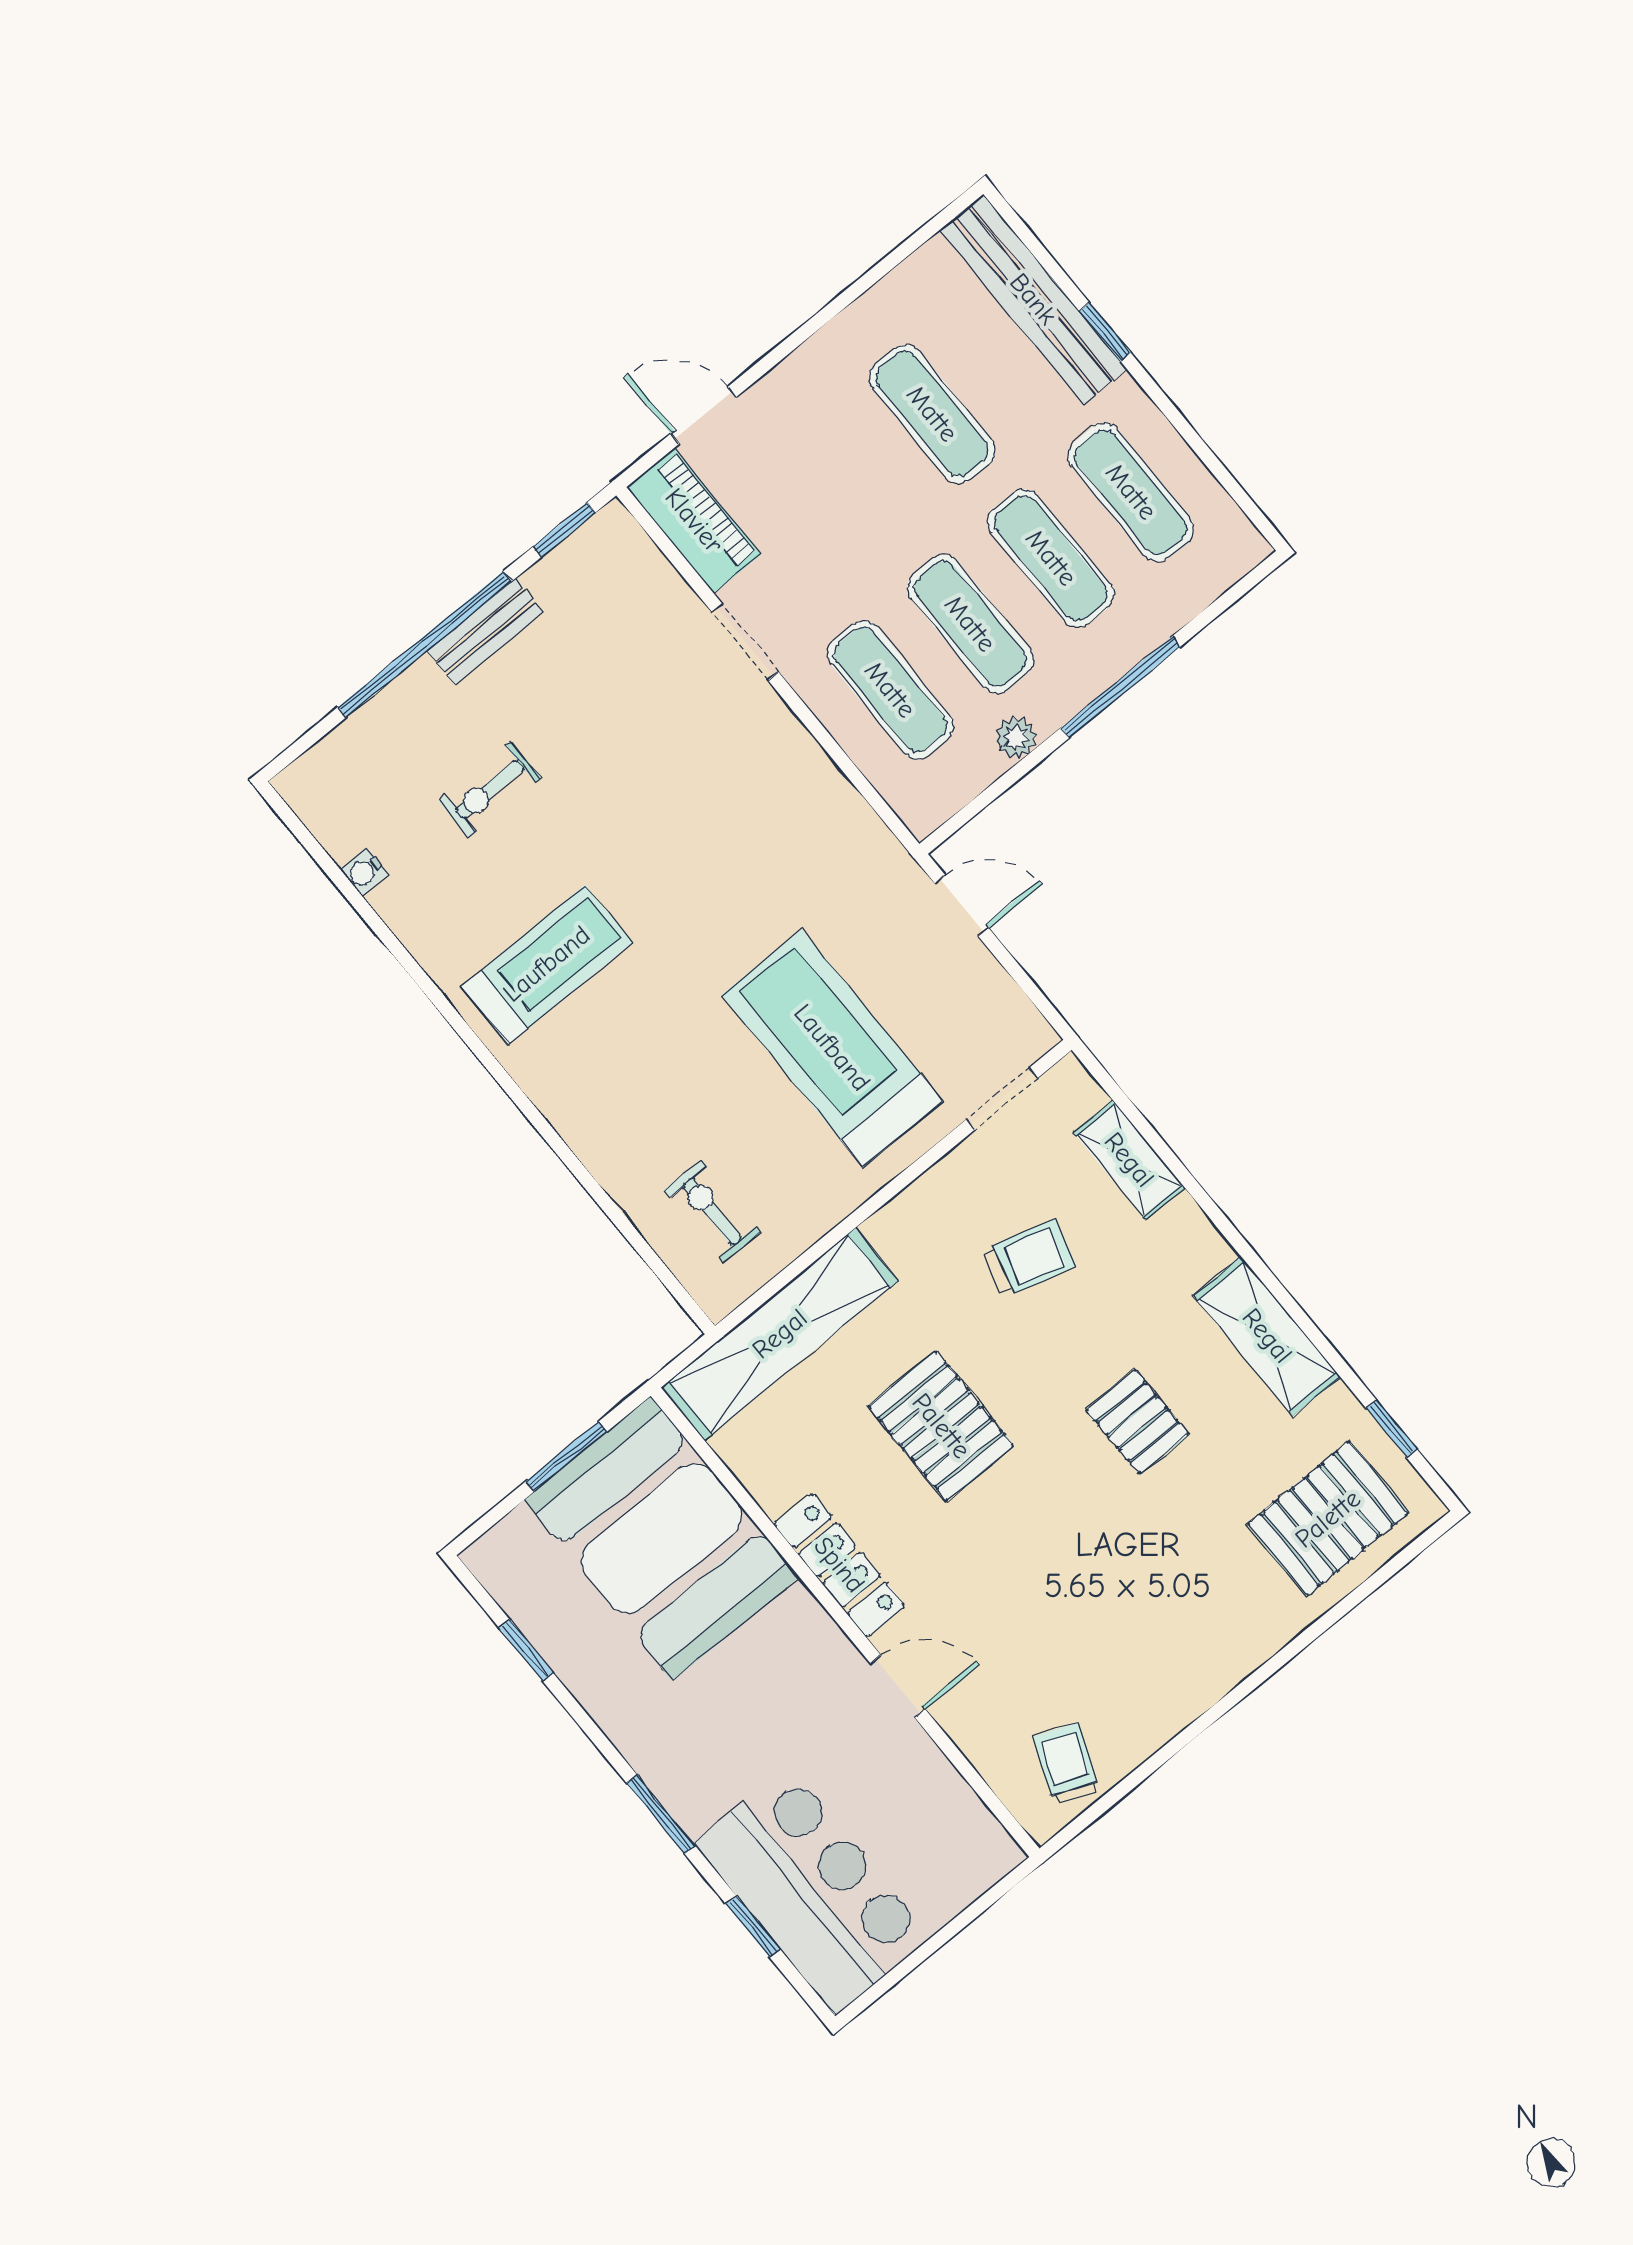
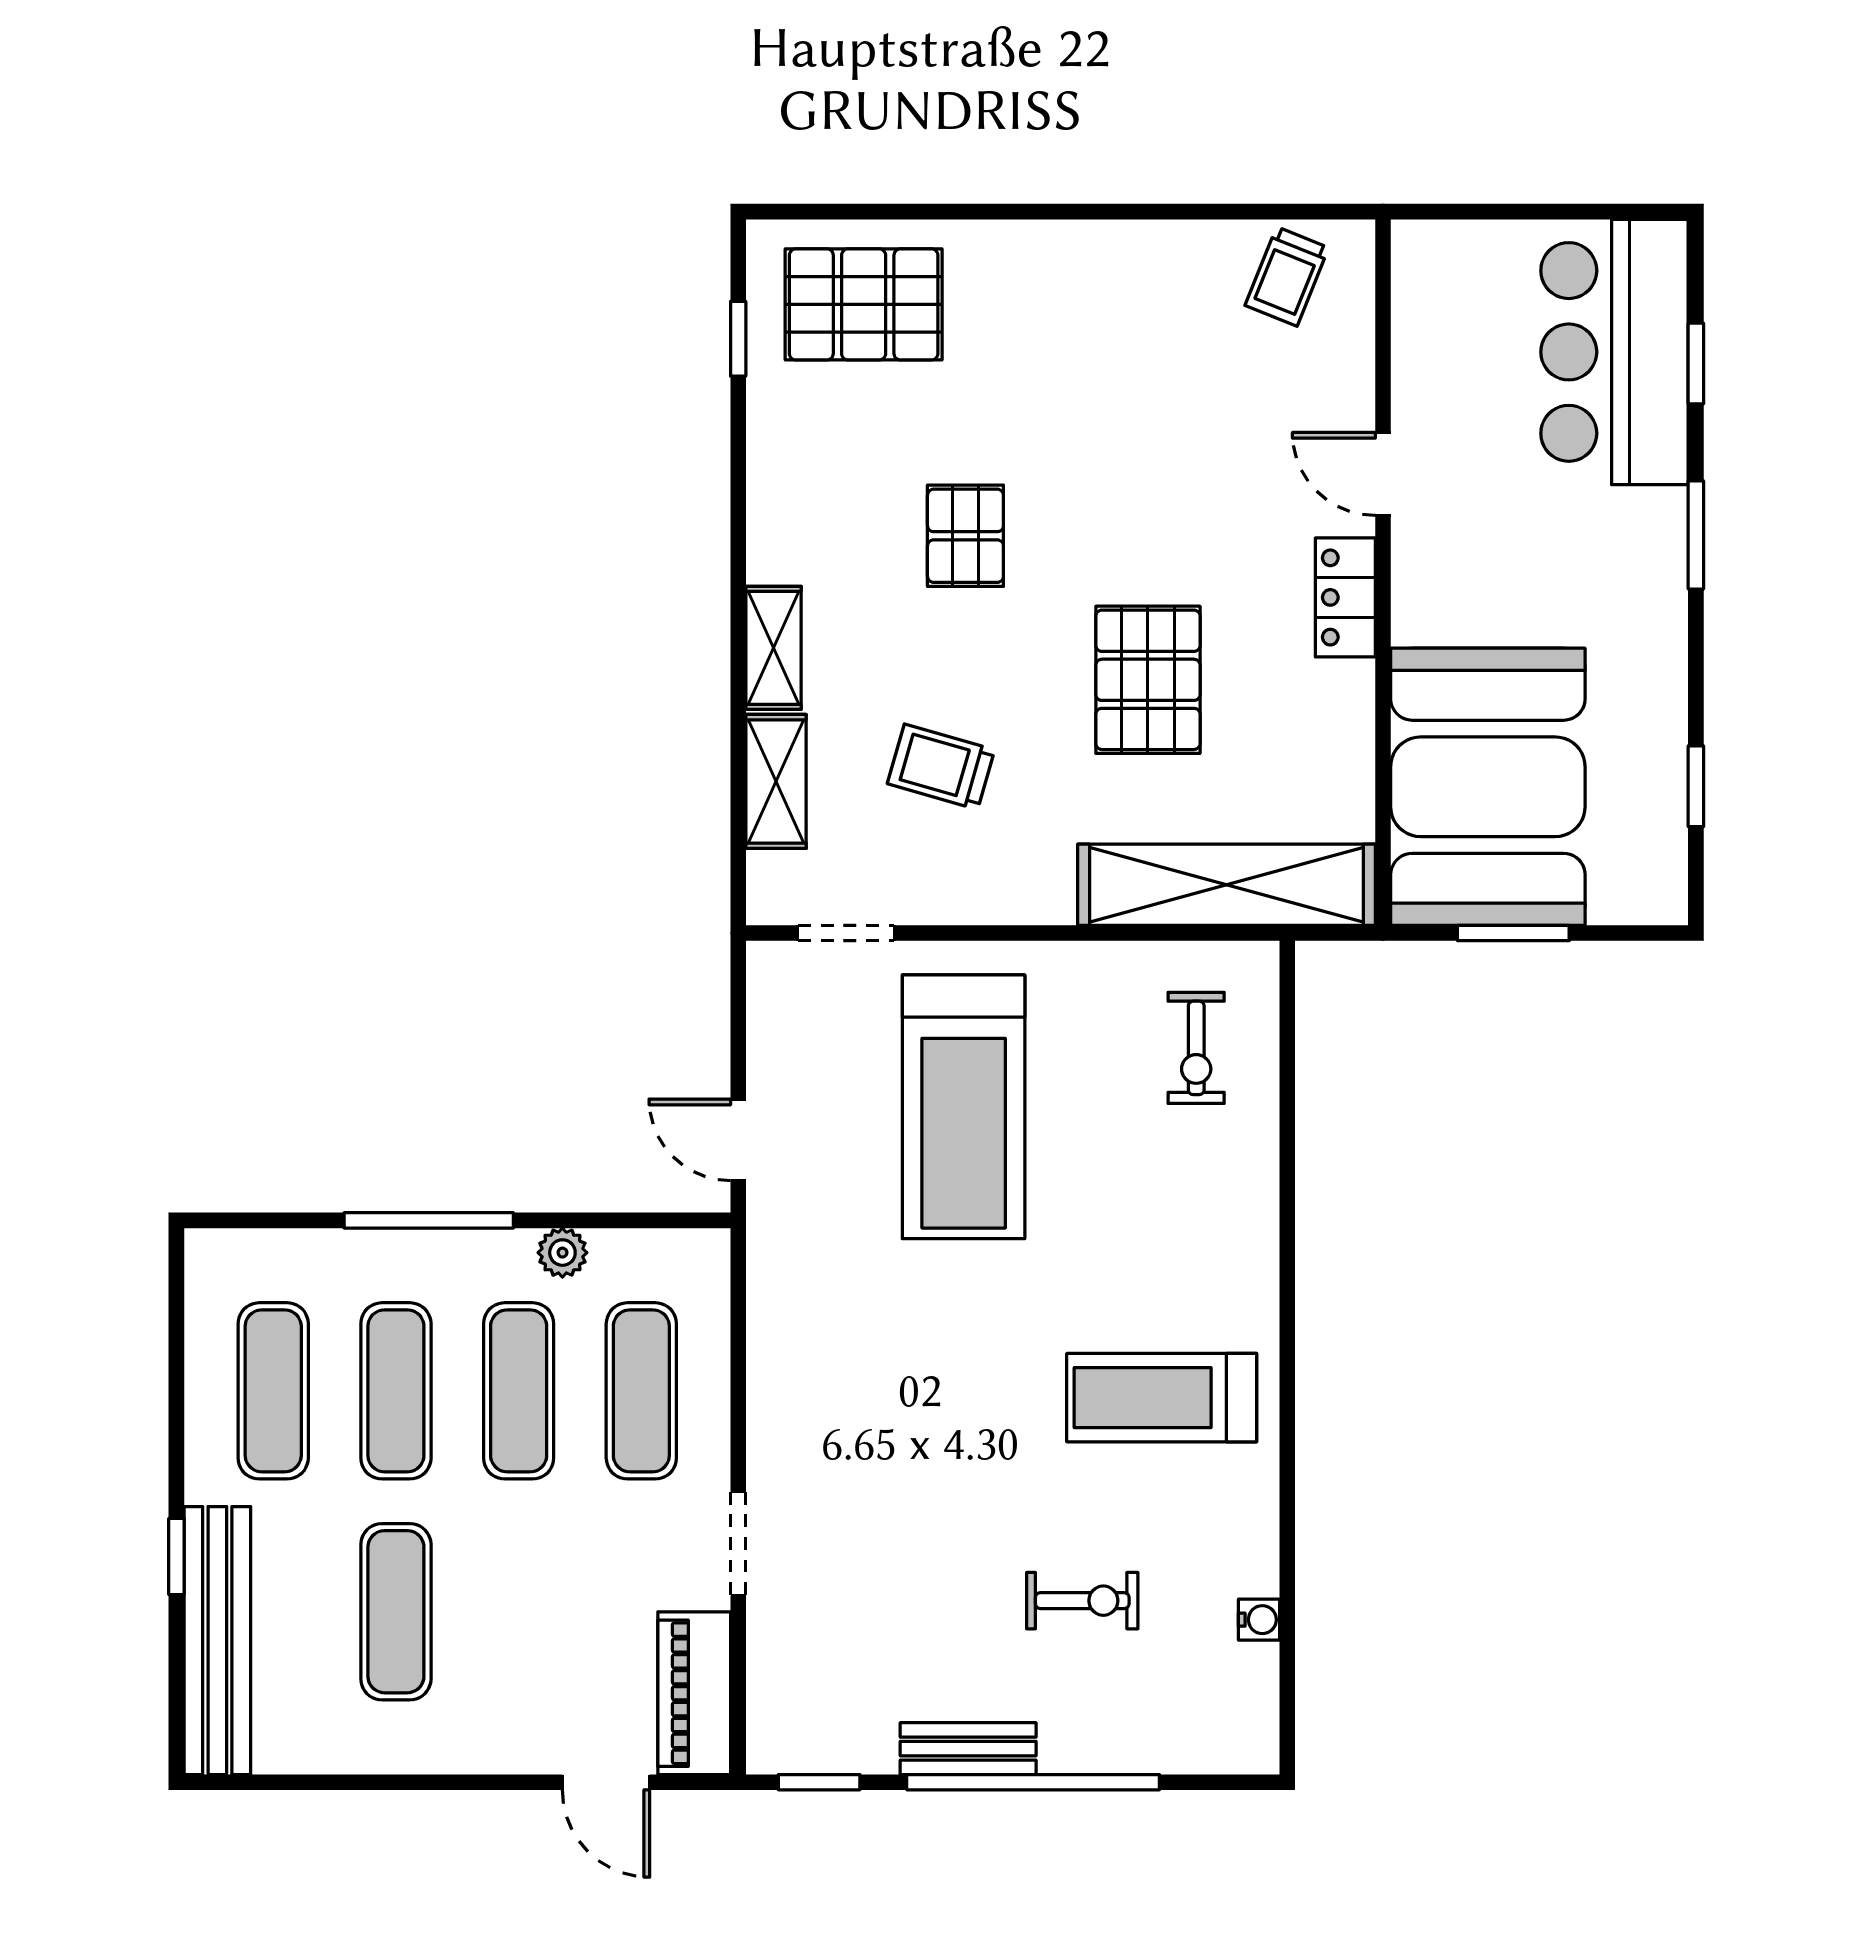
shelving: (1267, 1336) -> (774, 648), moved, width x0.67, depth x0.75
locker: (839, 1565) -> (1345, 597), width x0.66

